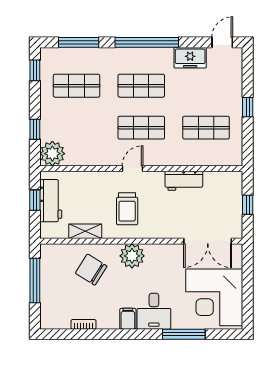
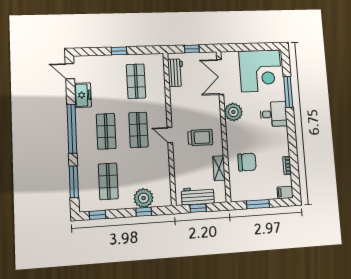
plant: (52, 154) -> (144, 198), moved
workbench: (184, 181) -> (175, 73), moved
double door: (208, 241) -> (220, 77), swing flipped
plant: (132, 256) -> (233, 112), moved
chair: (91, 270) -> (247, 162), turned -122
window: (35, 281) -> (258, 204), width x0.69
filing cabinet: (128, 319) -> (285, 192), moved

